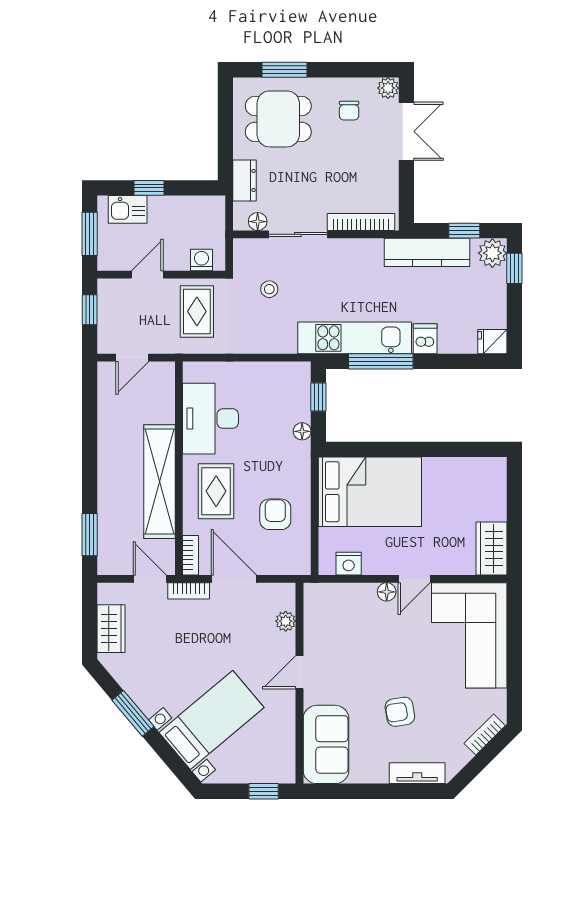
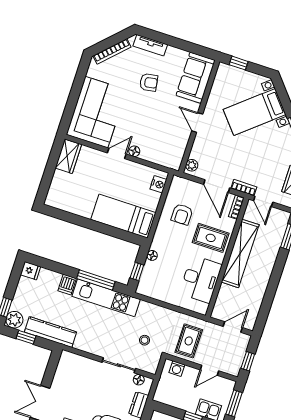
bookcase: (361, 222) -> (82, 361), removed
rug: (216, 491) -> (211, 238), turned 90
bed: (370, 492) -> (123, 216), width x0.67
nightstand: (349, 564) -> (158, 184), moved, turned 90
plant: (286, 621) -> (192, 165), moved
door: (299, 672) -> (197, 123), swing flipped
bookcase: (485, 734) -> (112, 51), width x1.56

